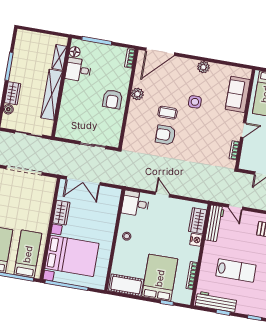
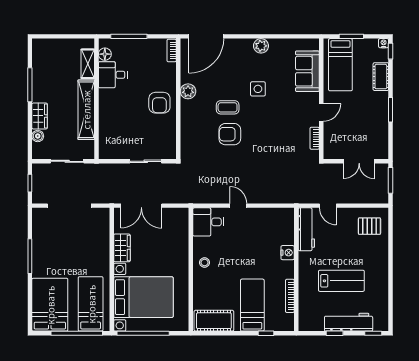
wardrobe: (198, 221) -> (286, 230), removed
bed: (160, 278) -> (252, 305), width x0.67
workbench: (216, 302) -> (349, 322), moved

